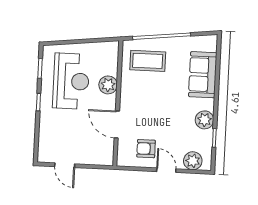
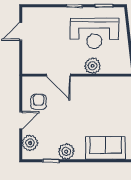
coffee table: (148, 61) -> (115, 99), removed
door: (117, 124) -> (58, 75), swing flipped

